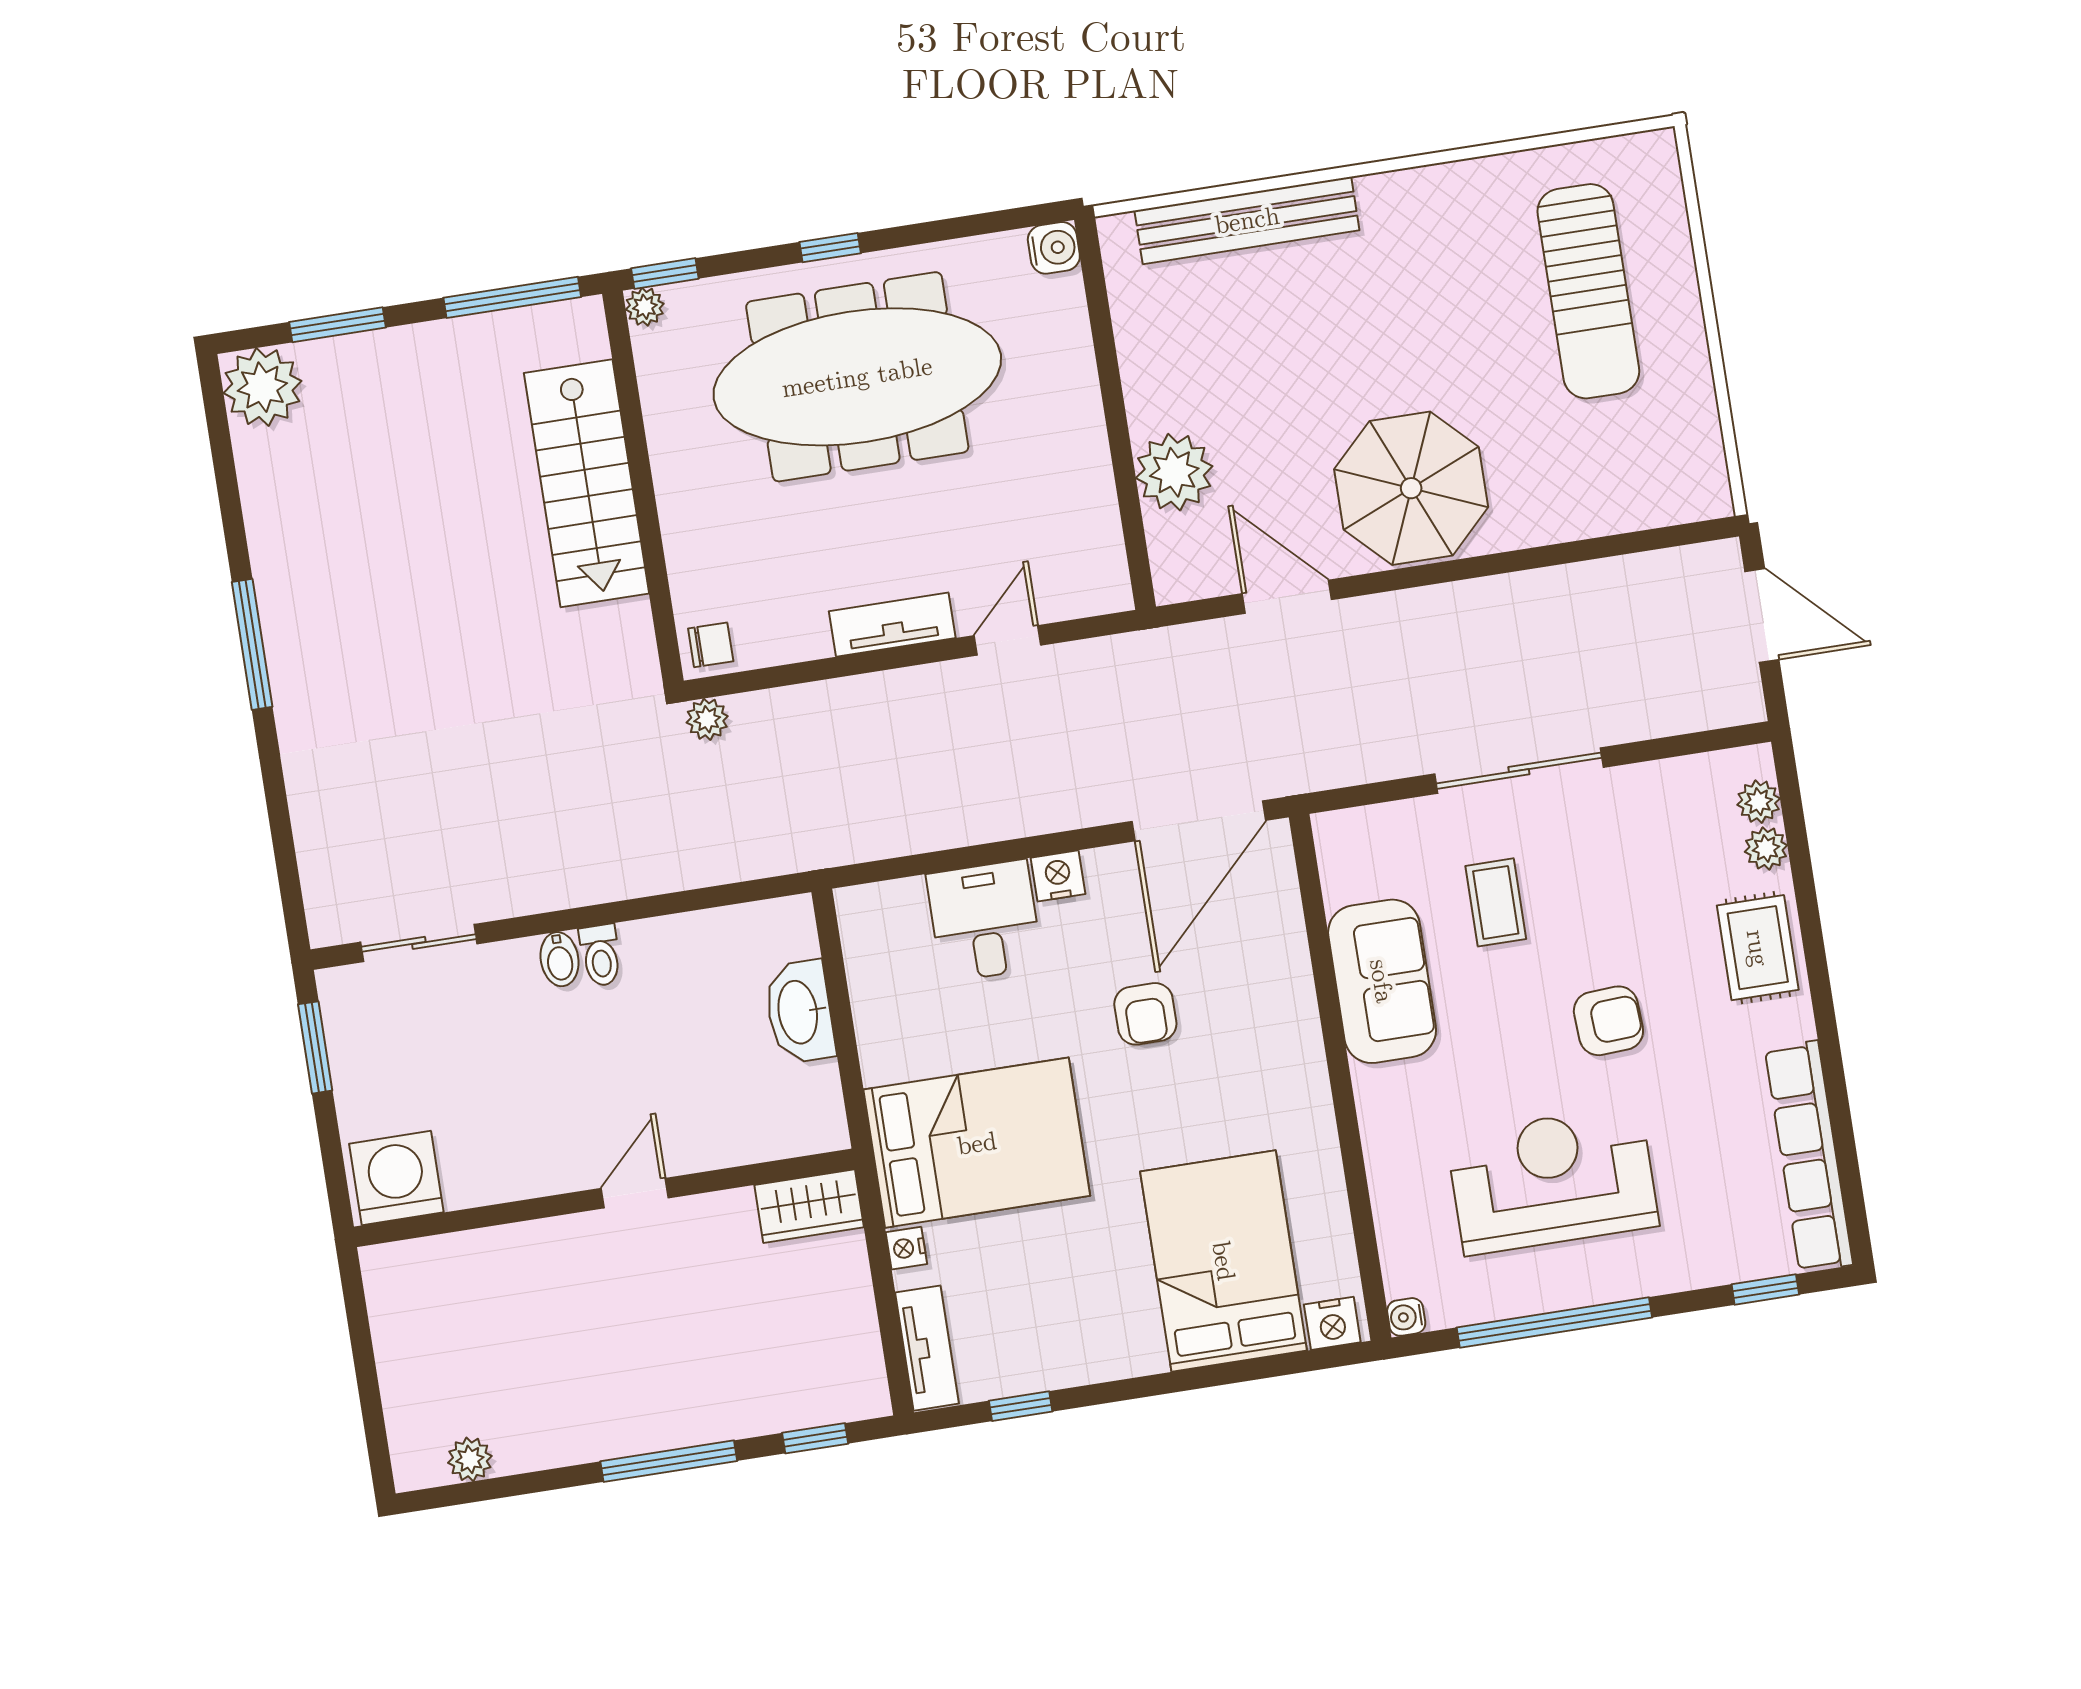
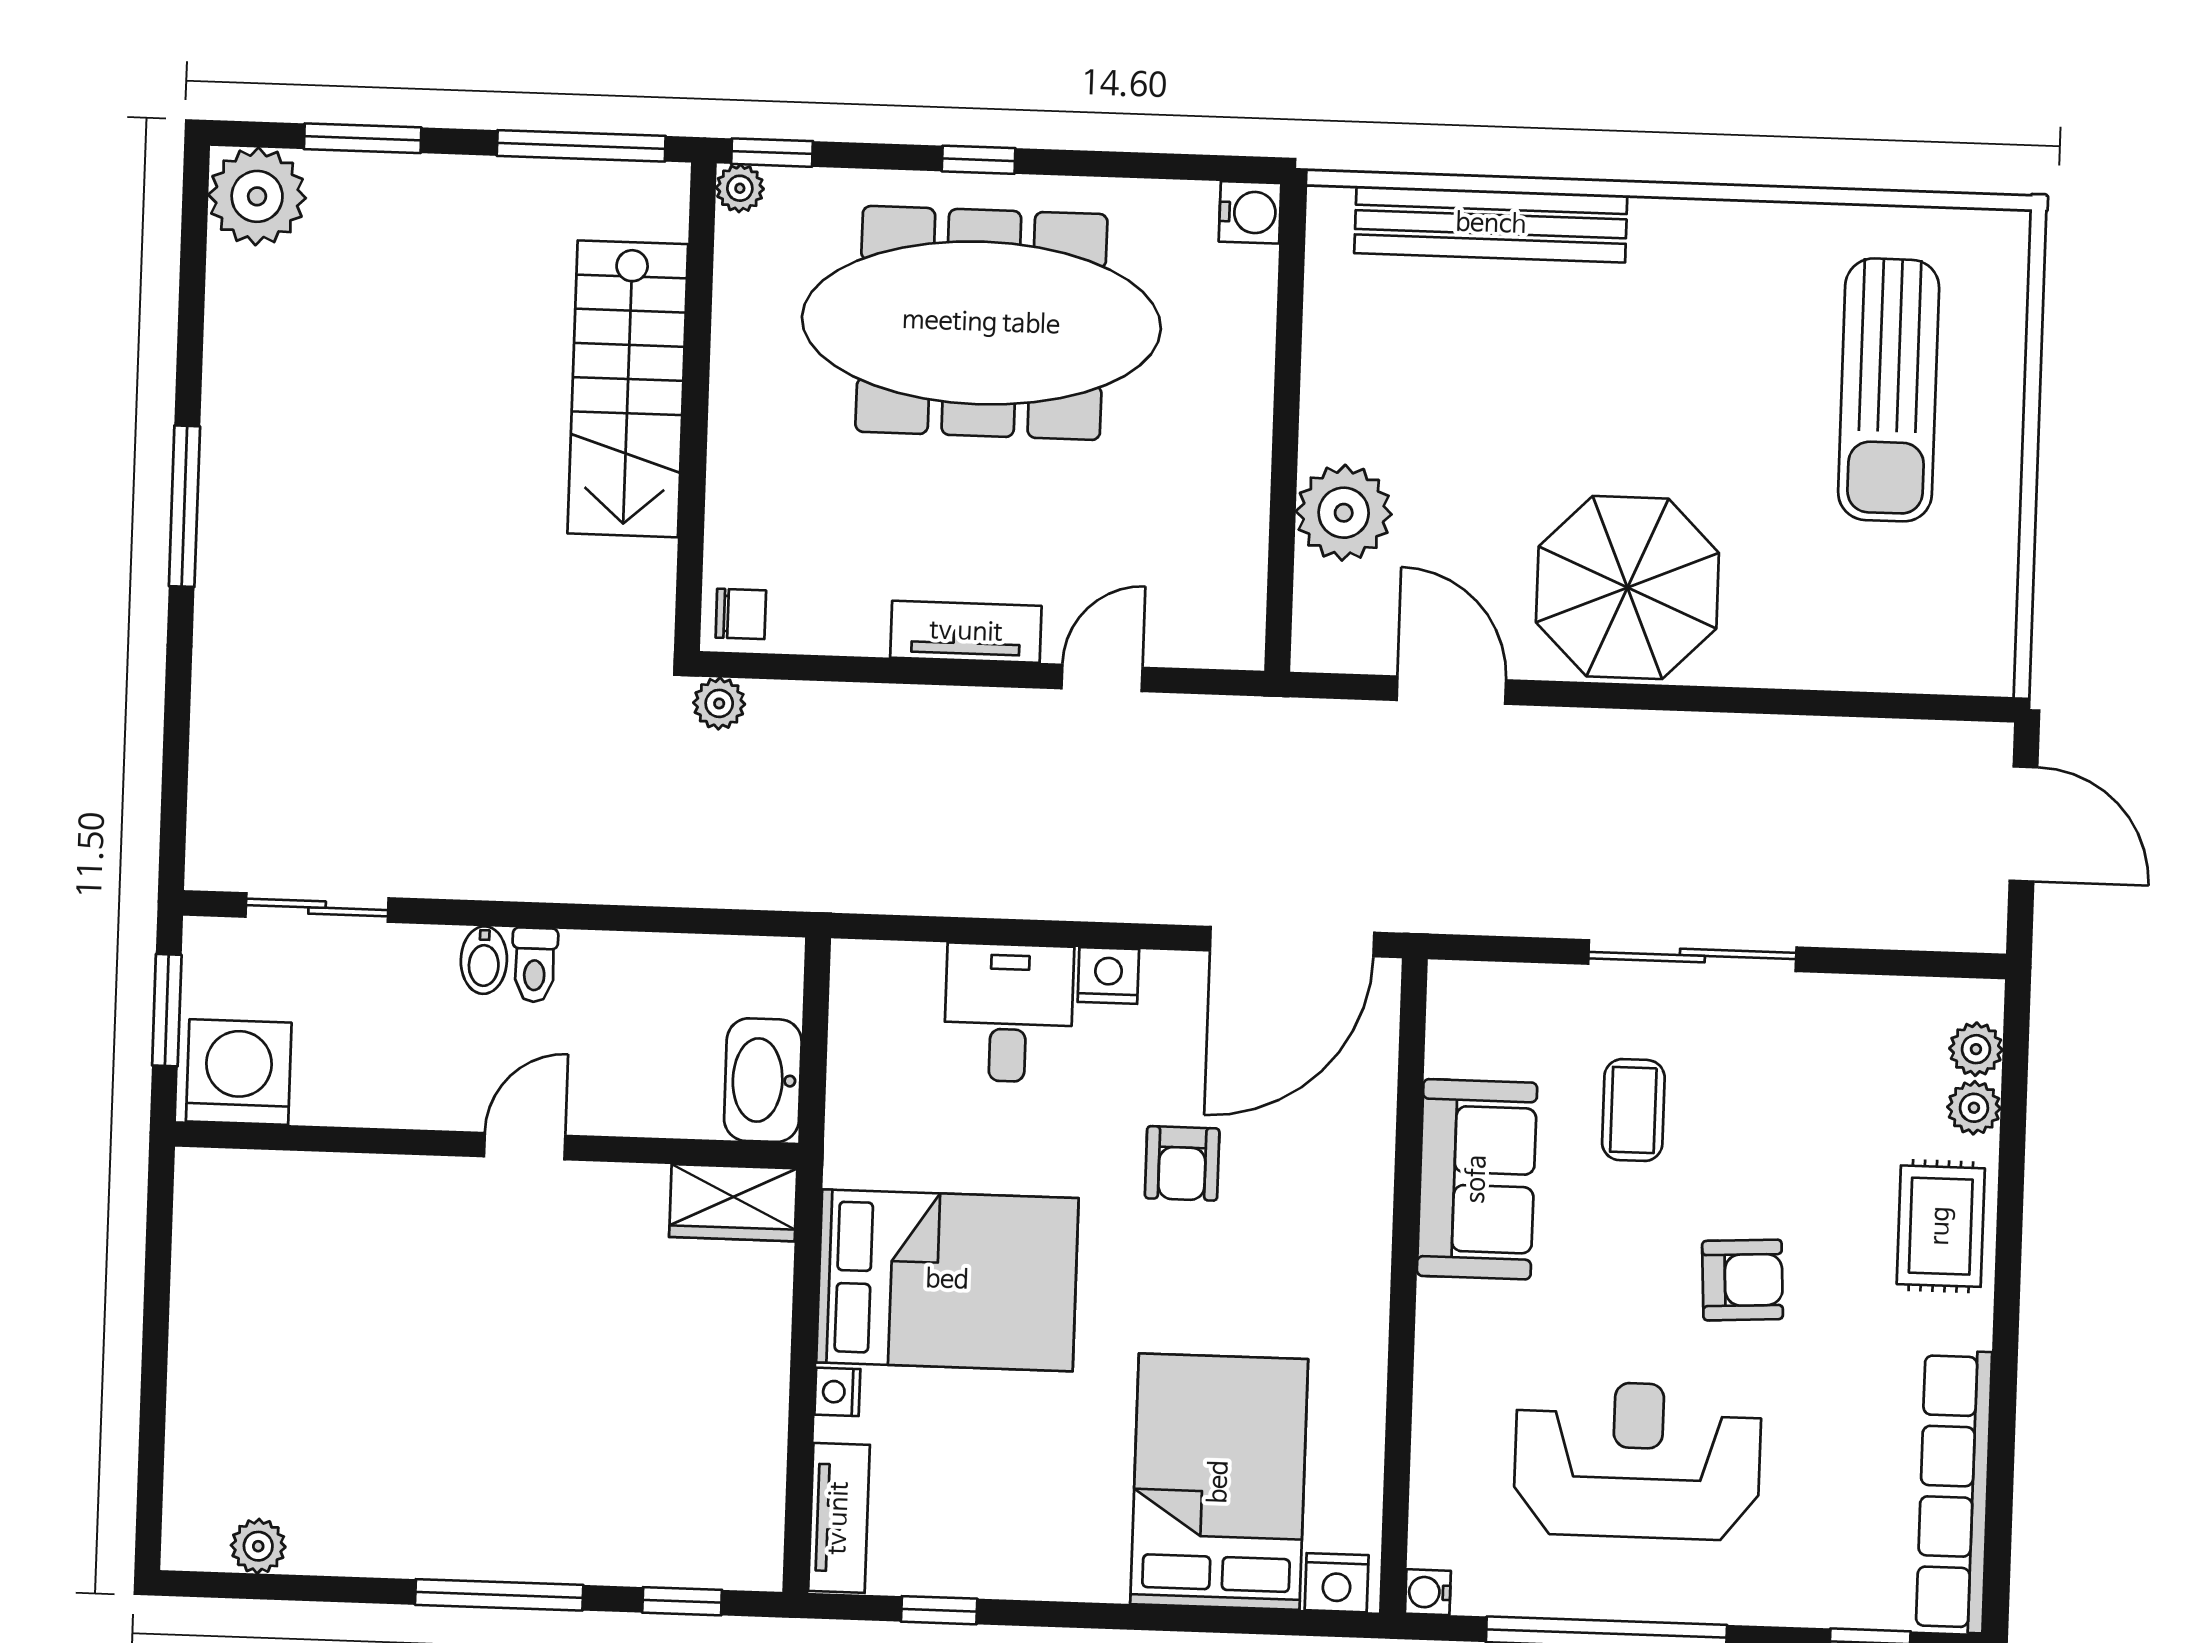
washing machine: (396, 1178) -> (239, 1072), moved
door: (635, 1193) -> (525, 1146), moved
wall: (604, 1198) -> (487, 1145), moved
wardrobe: (809, 1206) -> (733, 1203), moved

